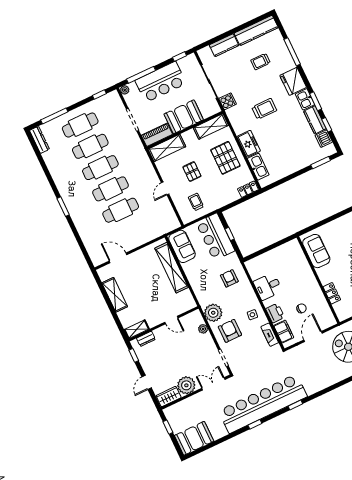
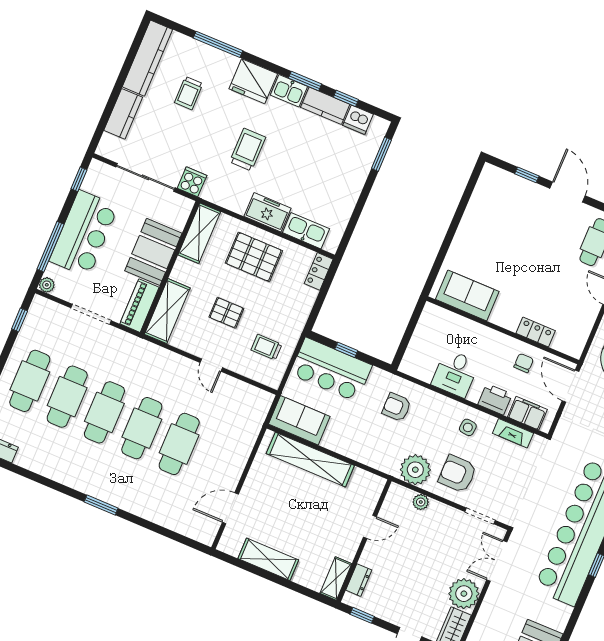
sofa: (316, 251) -> (467, 295), moved
wall: (318, 280) -> (503, 330), moved
locker: (332, 293) -> (536, 332), moved

